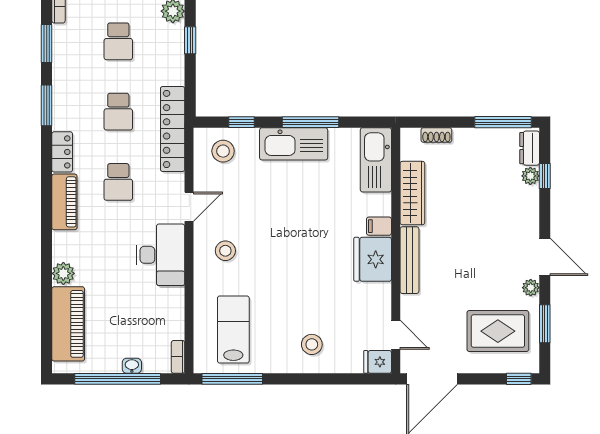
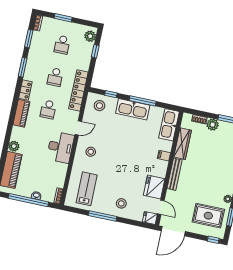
plant: (466, 140) -> (213, 125), added
fridge: (373, 259) -> (154, 187), moved
window: (232, 379) -> (103, 216), moved

